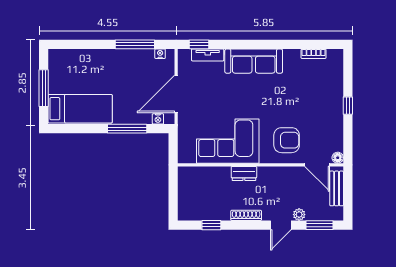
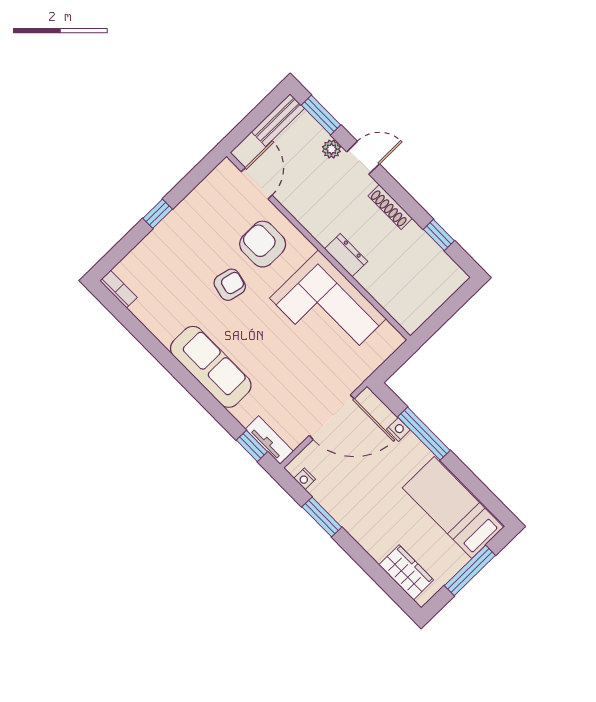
window: (135, 44) -> (322, 517), width x0.69
bookcase: (314, 54) -> (118, 289), moved
tv unit: (208, 55) -> (269, 440), moved
wardrobe: (71, 58) -> (406, 572), added
armchair: (283, 107) -> (230, 285), added
nightstand: (158, 119) -> (398, 430), moved
floor lamp: (338, 158) -> (226, 168), removed
bench: (337, 188) -> (278, 120), moved

